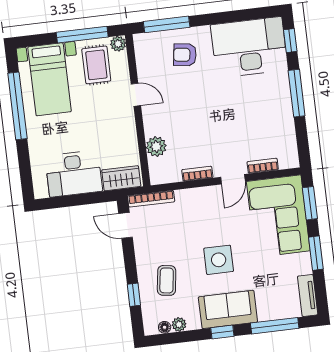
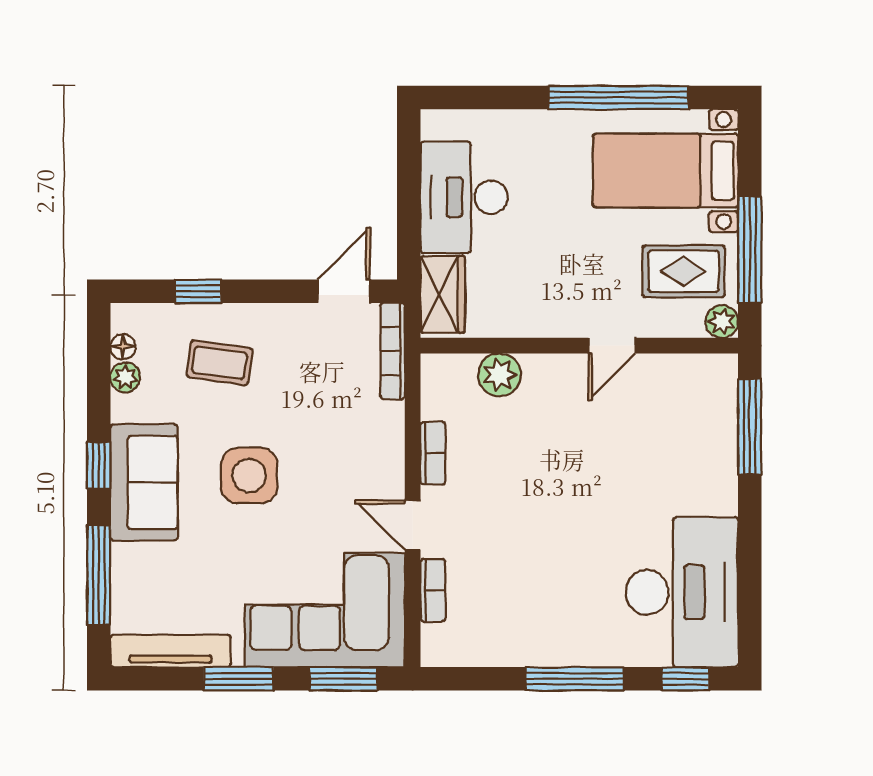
armchair: (185, 55) -> (682, 457), removed
tv unit: (308, 295) -> (170, 651), width x1.41

